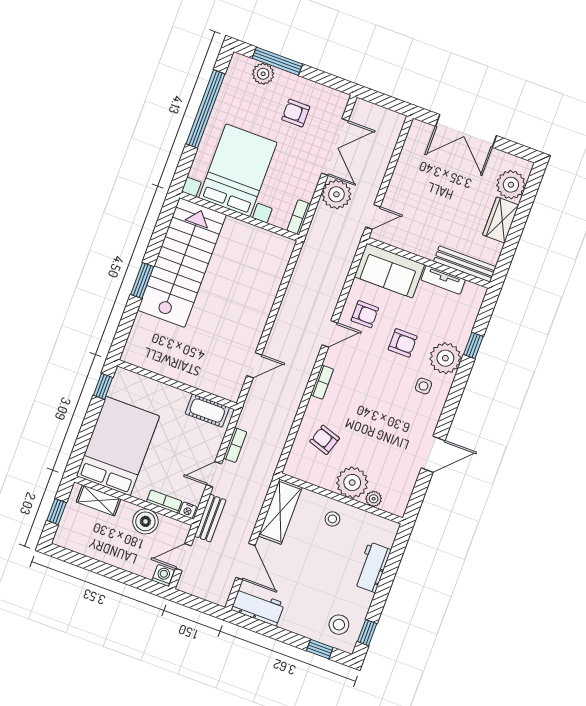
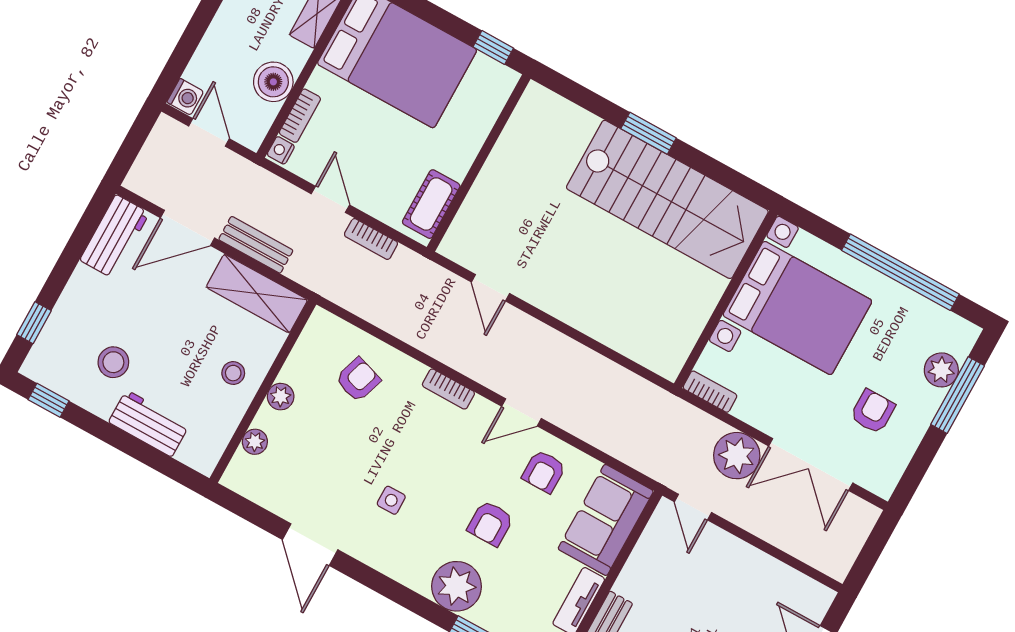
door: (330, 334) -> (521, 412), hinge flipped
side table: (423, 386) -> (391, 500), moved
plant: (352, 483) -> (281, 397), width x0.53, depth x0.53
bench: (210, 518) -> (256, 245), moved
stool: (339, 625) -> (113, 362), moved

